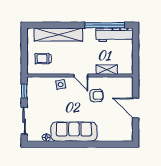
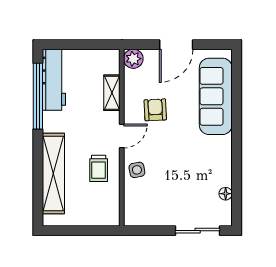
trolley: (43, 59) -> (99, 168), moved
plant: (127, 82) -> (133, 59), added
window: (24, 91) -> (148, 231), removed
sofa: (74, 132) -> (216, 96), moved

